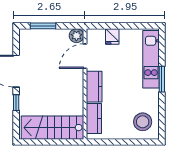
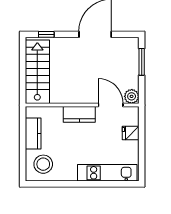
window: (162, 79) -> (87, 184), removed
window: (16, 103) -> (46, 34), moved
kitchen counter: (94, 118) -> (33, 134), moved, turned -90

